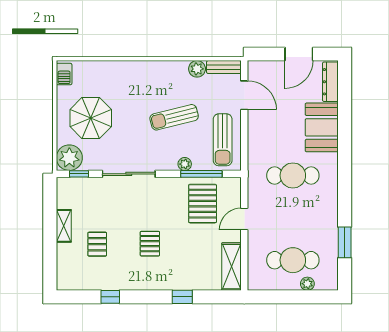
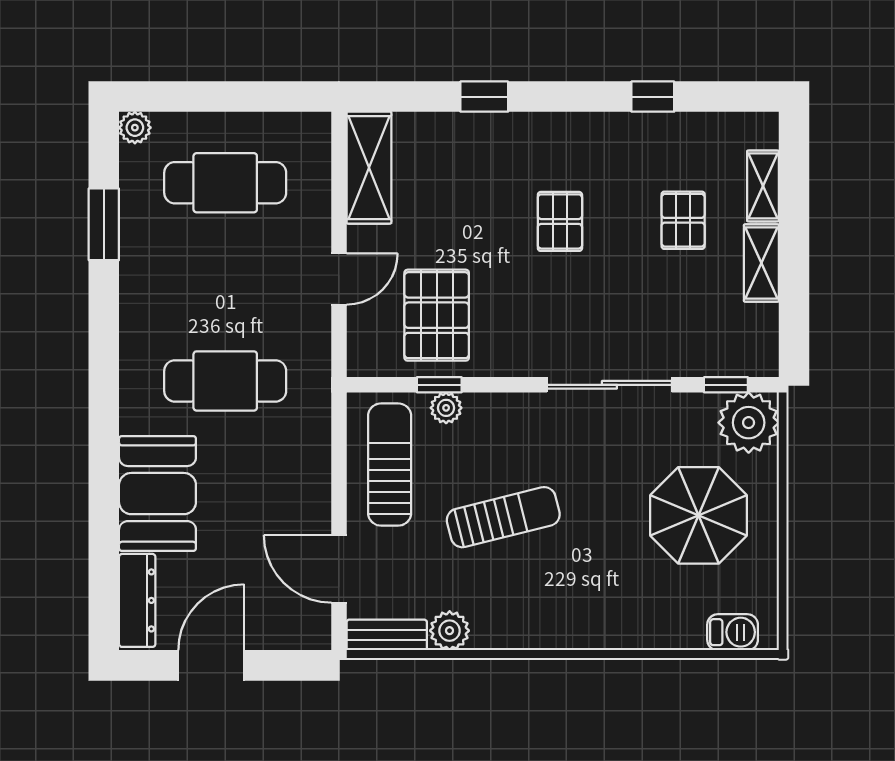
barbecue: (64, 74) -> (733, 632), moved, turned 90
plant: (185, 164) -> (446, 408), moved
window: (201, 174) -> (439, 385), width x0.46
shelving: (63, 259) -> (763, 186), added
plant: (307, 284) -> (135, 128), moved

